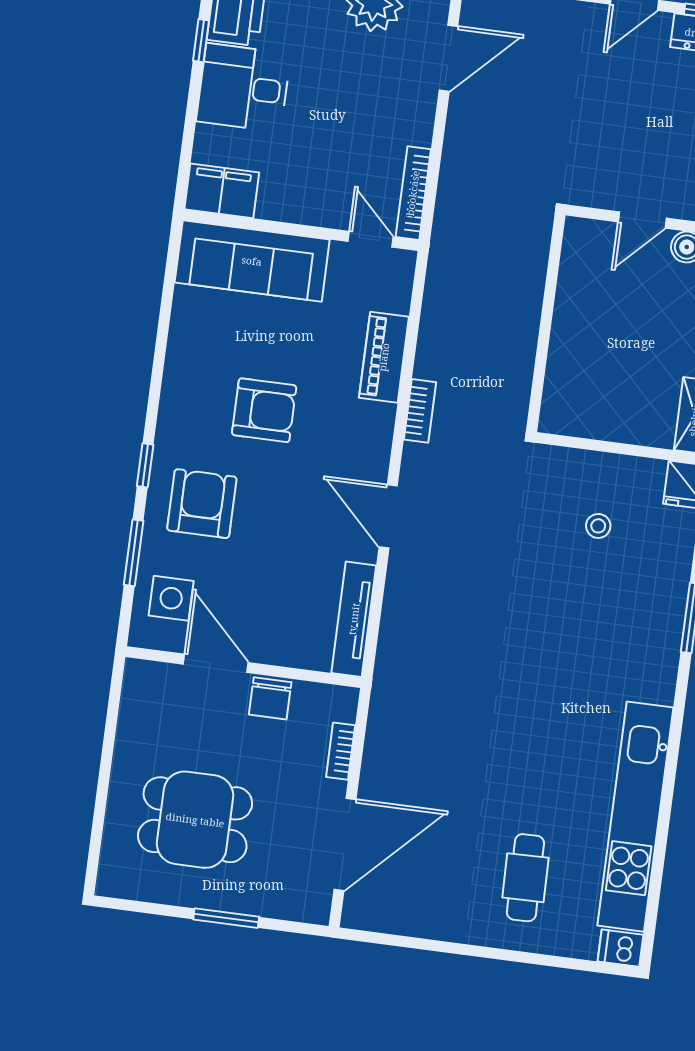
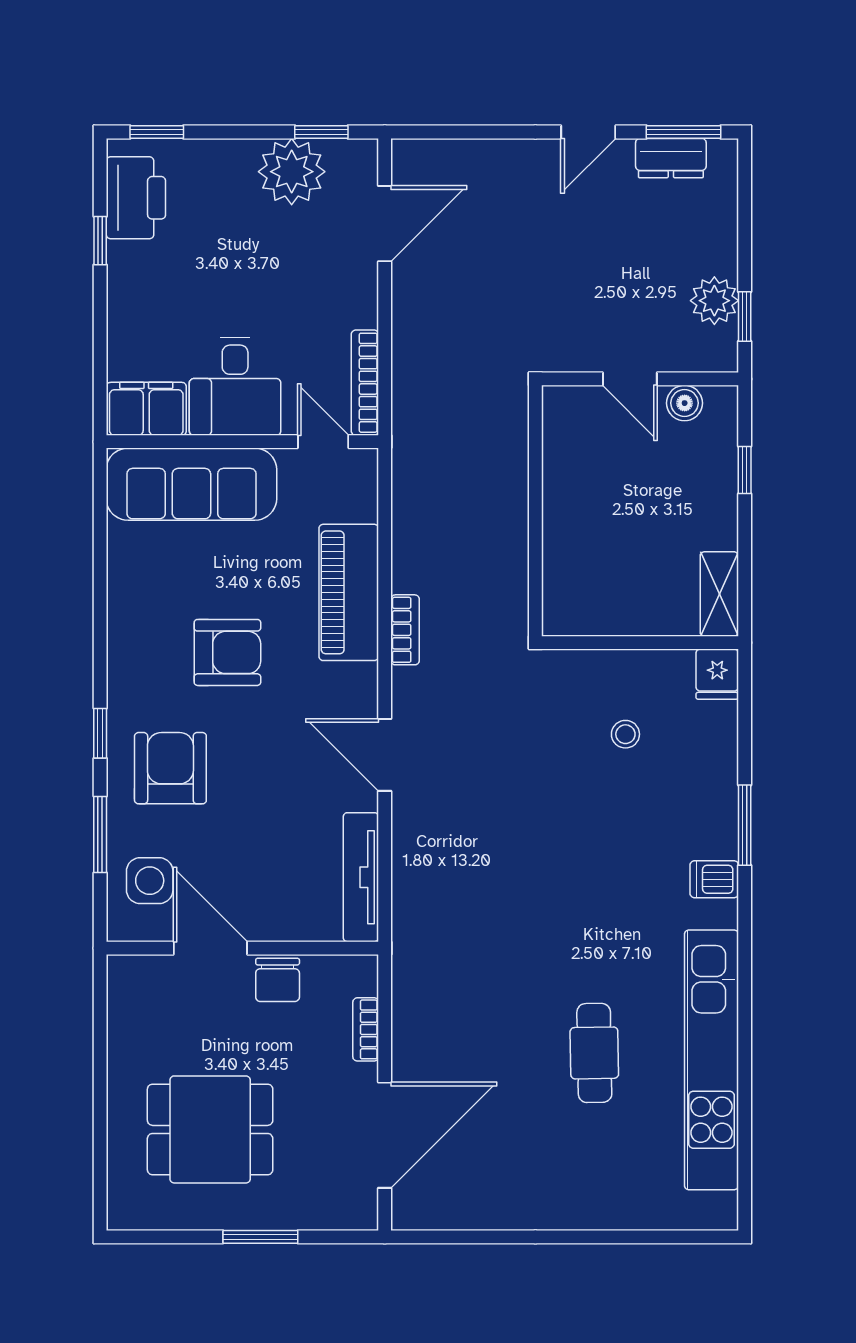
desk: (244, 88) -> (235, 386), moved, turned -90
door: (642, 220) -> (630, 379), hinge flipped
piano: (384, 357) -> (349, 592), width x1.37, depth x1.33
cafe table: (525, 878) -> (594, 1053), moved
dishwasher: (621, 948) -> (714, 879), moved

